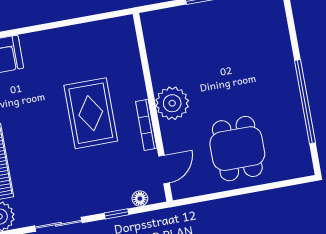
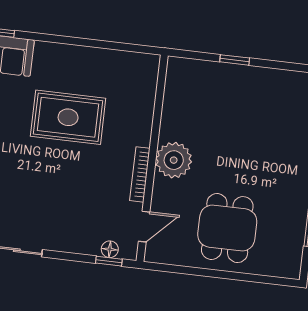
rug: (91, 113) -> (68, 117), moved, turned 90
window: (116, 214) -> (109, 261), moved

